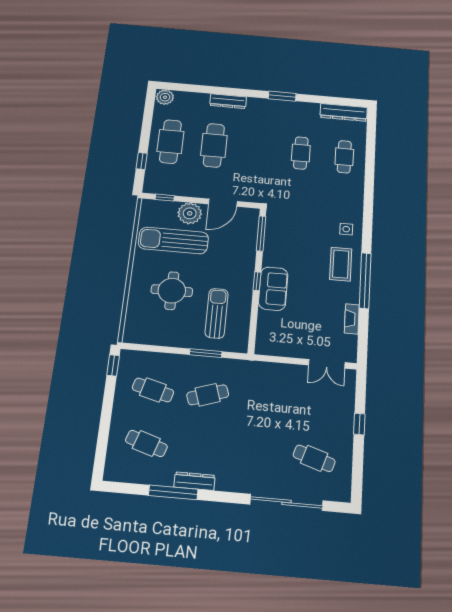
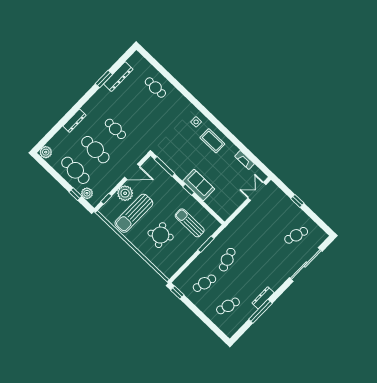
window: (282, 96) -> (104, 79), moved
dresser: (344, 112) -> (118, 77), moved
cafe table: (301, 153) -> (115, 129), moved
plant: (153, 172) -> (87, 193), added
door: (223, 203) -> (132, 172), hinge flipped
window: (365, 281) -> (230, 136), removed
round table: (172, 291) -> (161, 235), turned -32
double door: (327, 364) -> (257, 191), swing flipped

